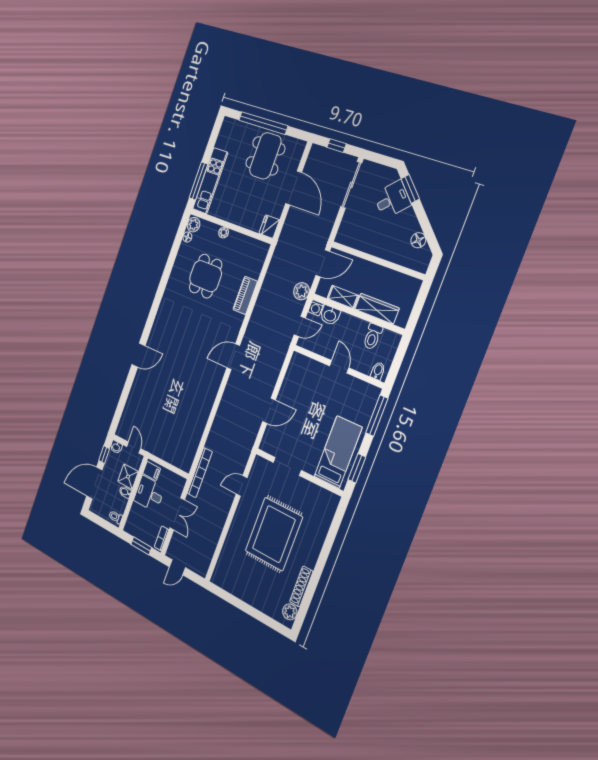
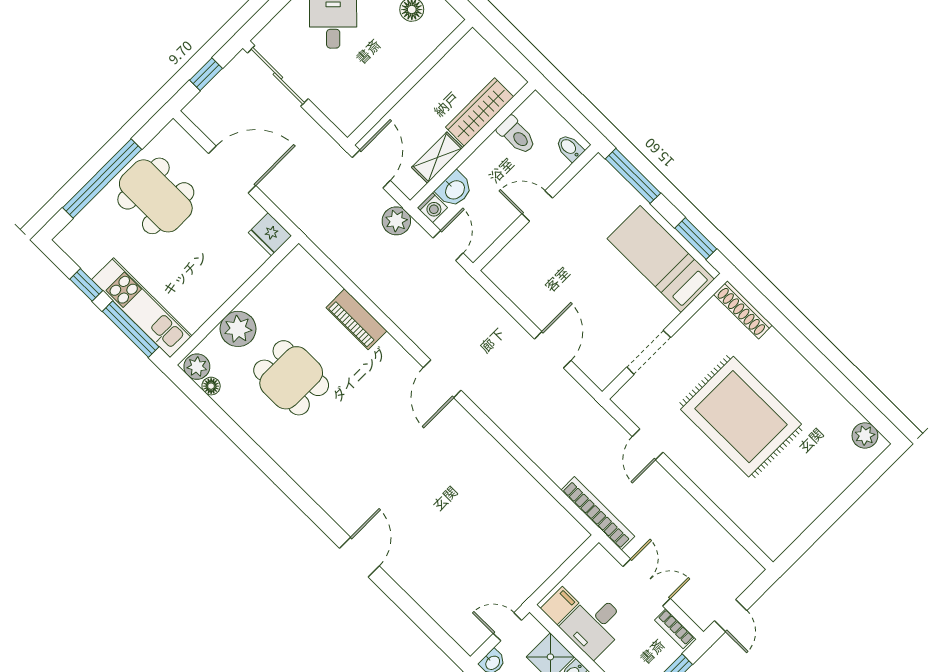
window: (210, 146) -> (86, 285), added
plant: (224, 233) -> (238, 329), width x1.88, depth x1.88
shoe rack: (301, 586) -> (743, 310), moved

